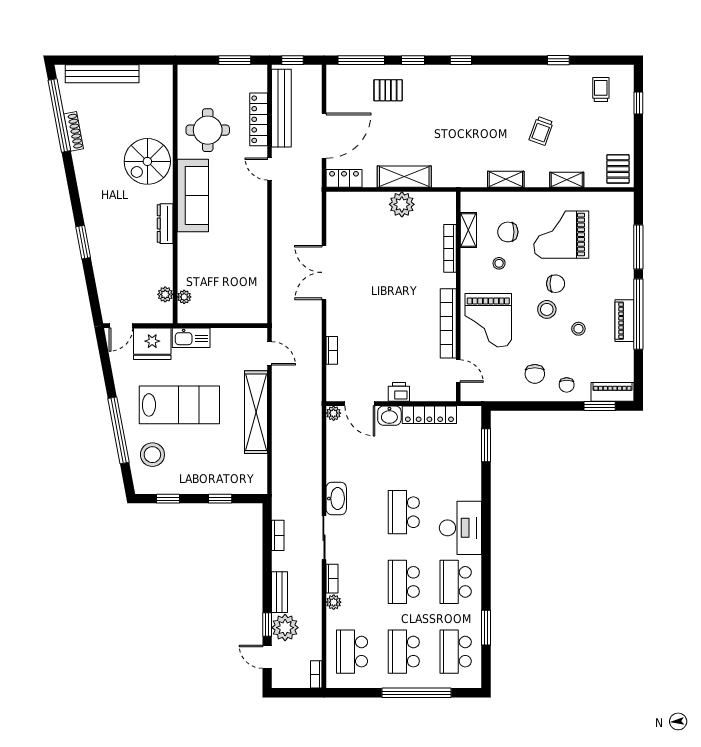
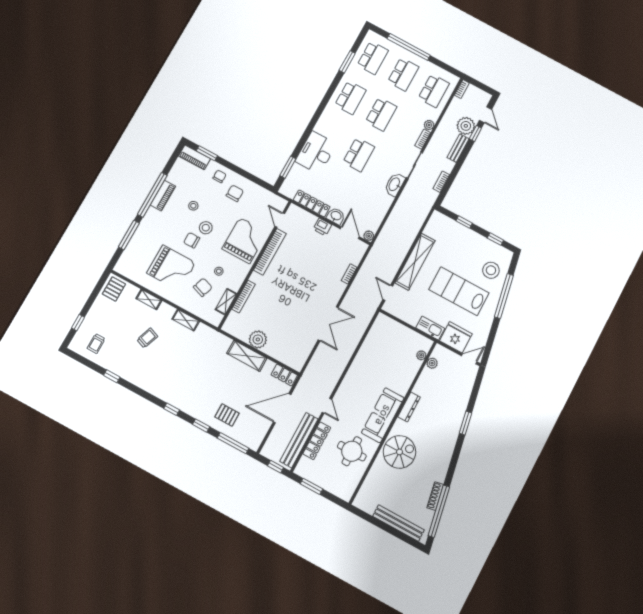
chair: (508, 232) -> (203, 287), turned -71
desk: (460, 528) -> (316, 153), moved

